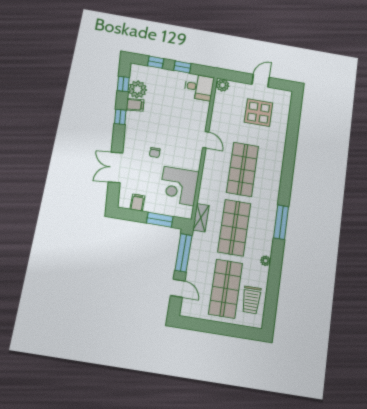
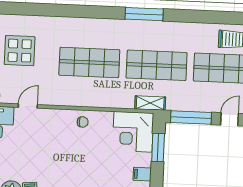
door: (206, 140) -> (28, 106), moved
chair: (155, 153) -> (83, 122), moved
corner desk: (179, 186) -> (133, 132), moved, turned 90
plant: (266, 261) -> (189, 28), removed

